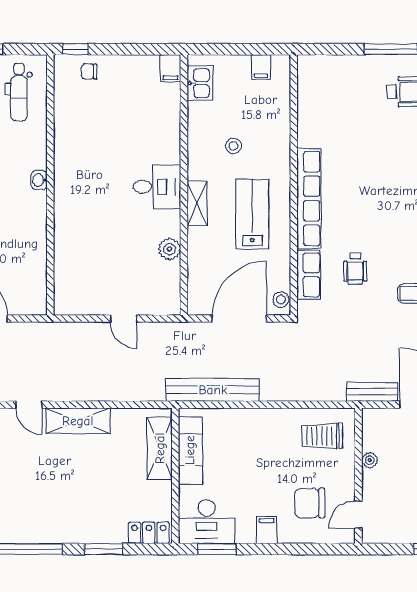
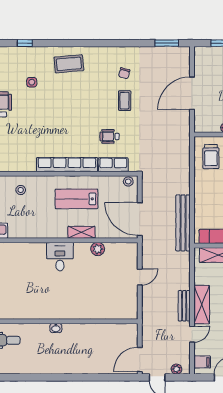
stool: (233, 146) -> (21, 190), moved
shelving: (197, 203) -> (81, 232), moved
wheelchair: (355, 269) -> (109, 136), turned 180
door: (239, 319) -> (140, 219), moved
bench: (372, 392) -> (184, 306), moved

